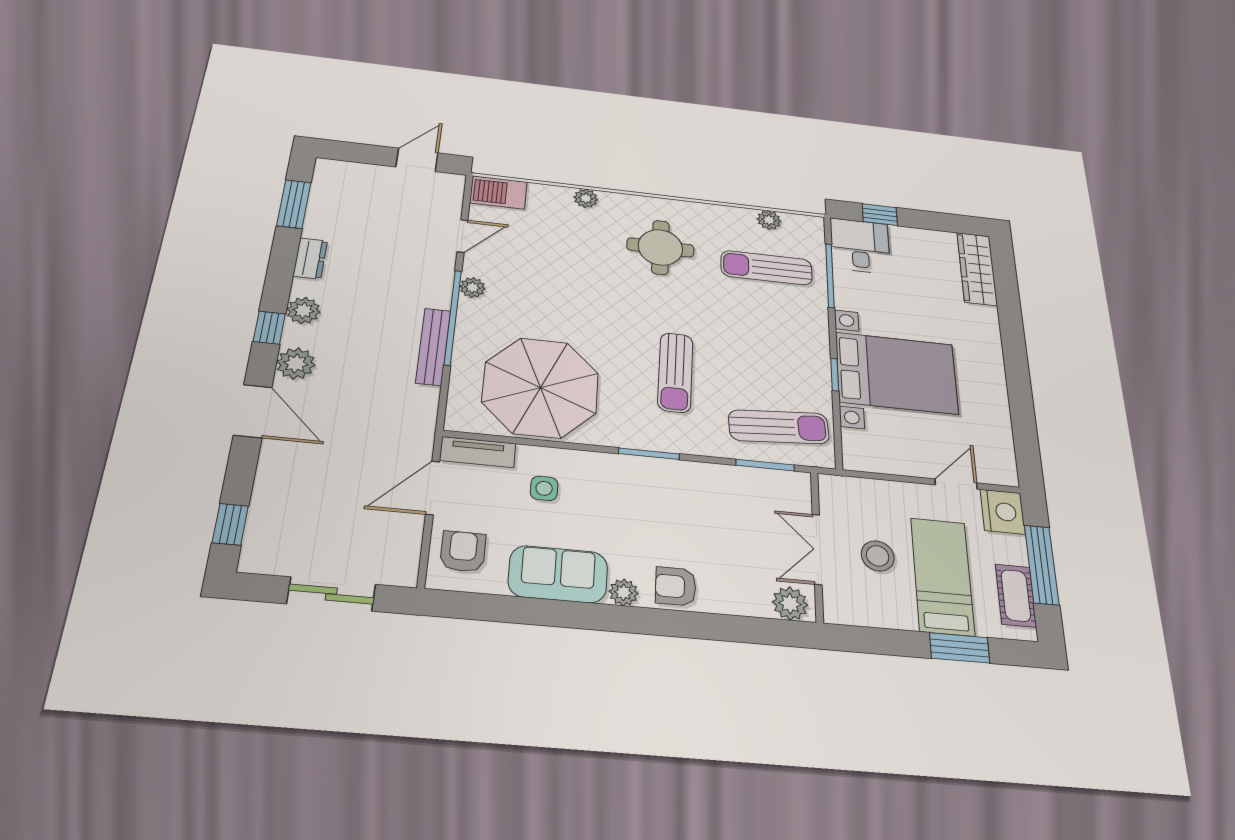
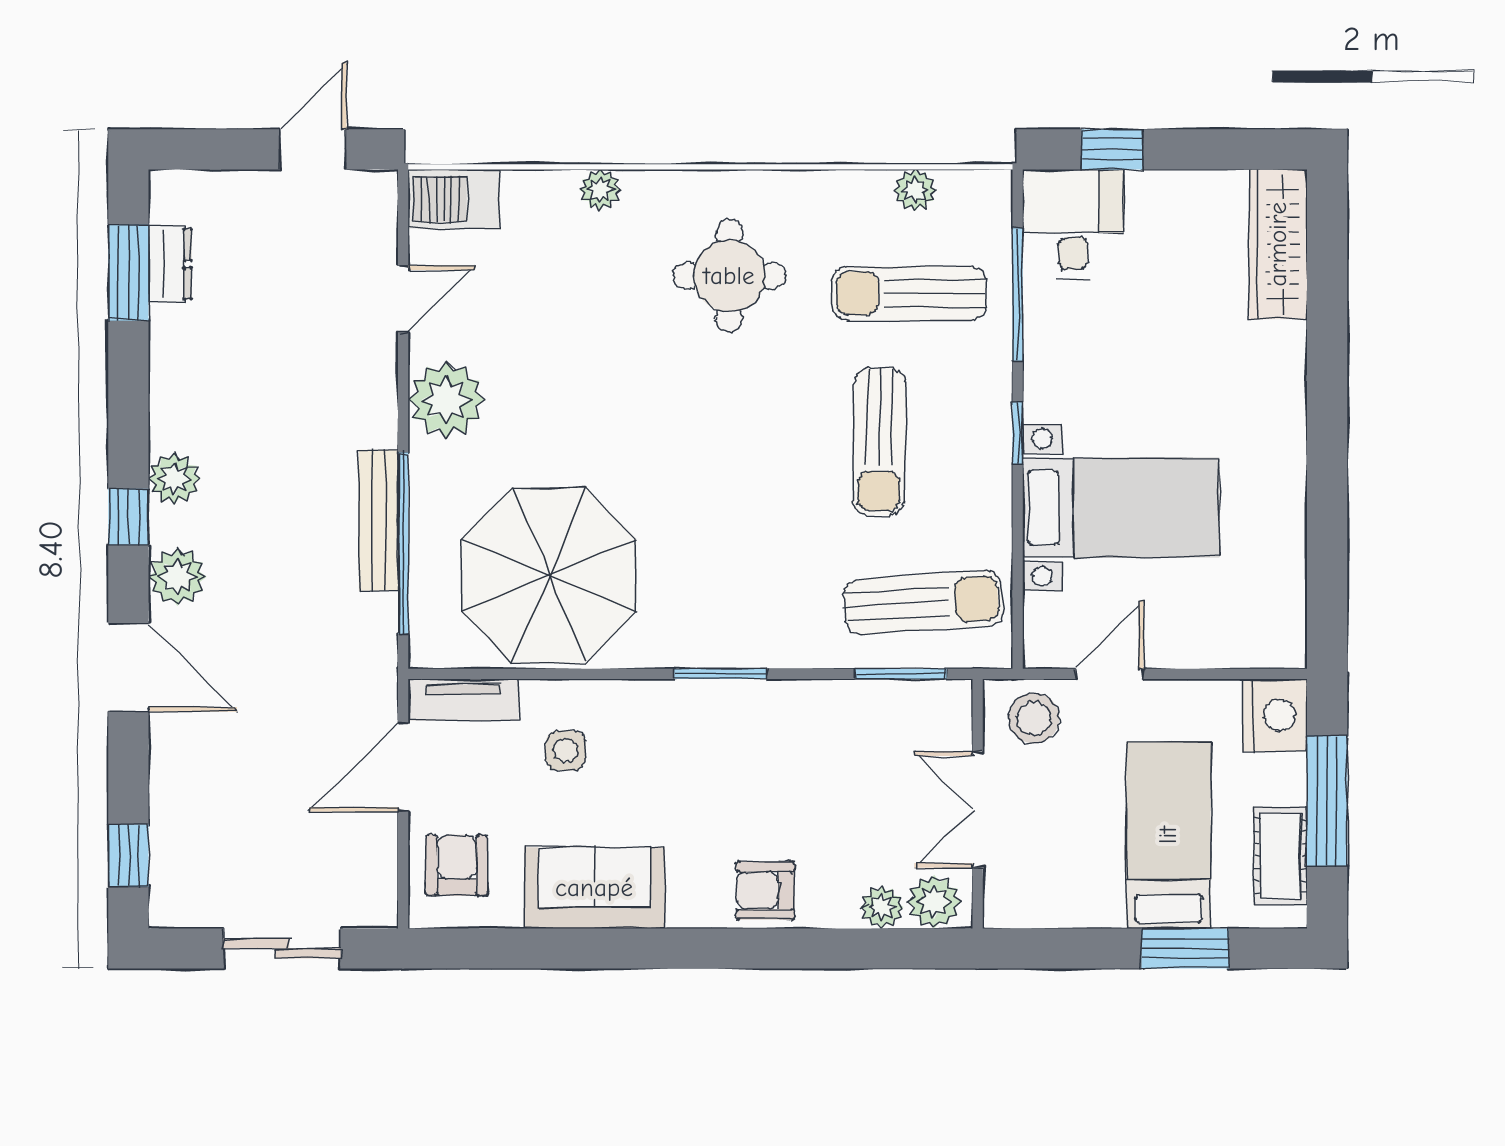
dresser: (310, 258) -> (170, 264), moved
plant: (472, 287) -> (446, 400), width x1.87, depth x1.87
window: (453, 317) -> (403, 543), moved
sun lounger: (675, 372) -> (879, 442), moved
bed with nightstands: (896, 373) -> (1121, 508), width x0.73
window: (835, 375) -> (1018, 433), moved
door: (956, 484) -> (1109, 674), moved
stool: (878, 556) -> (1034, 718), moved
plant: (624, 592) -> (882, 907), moved

